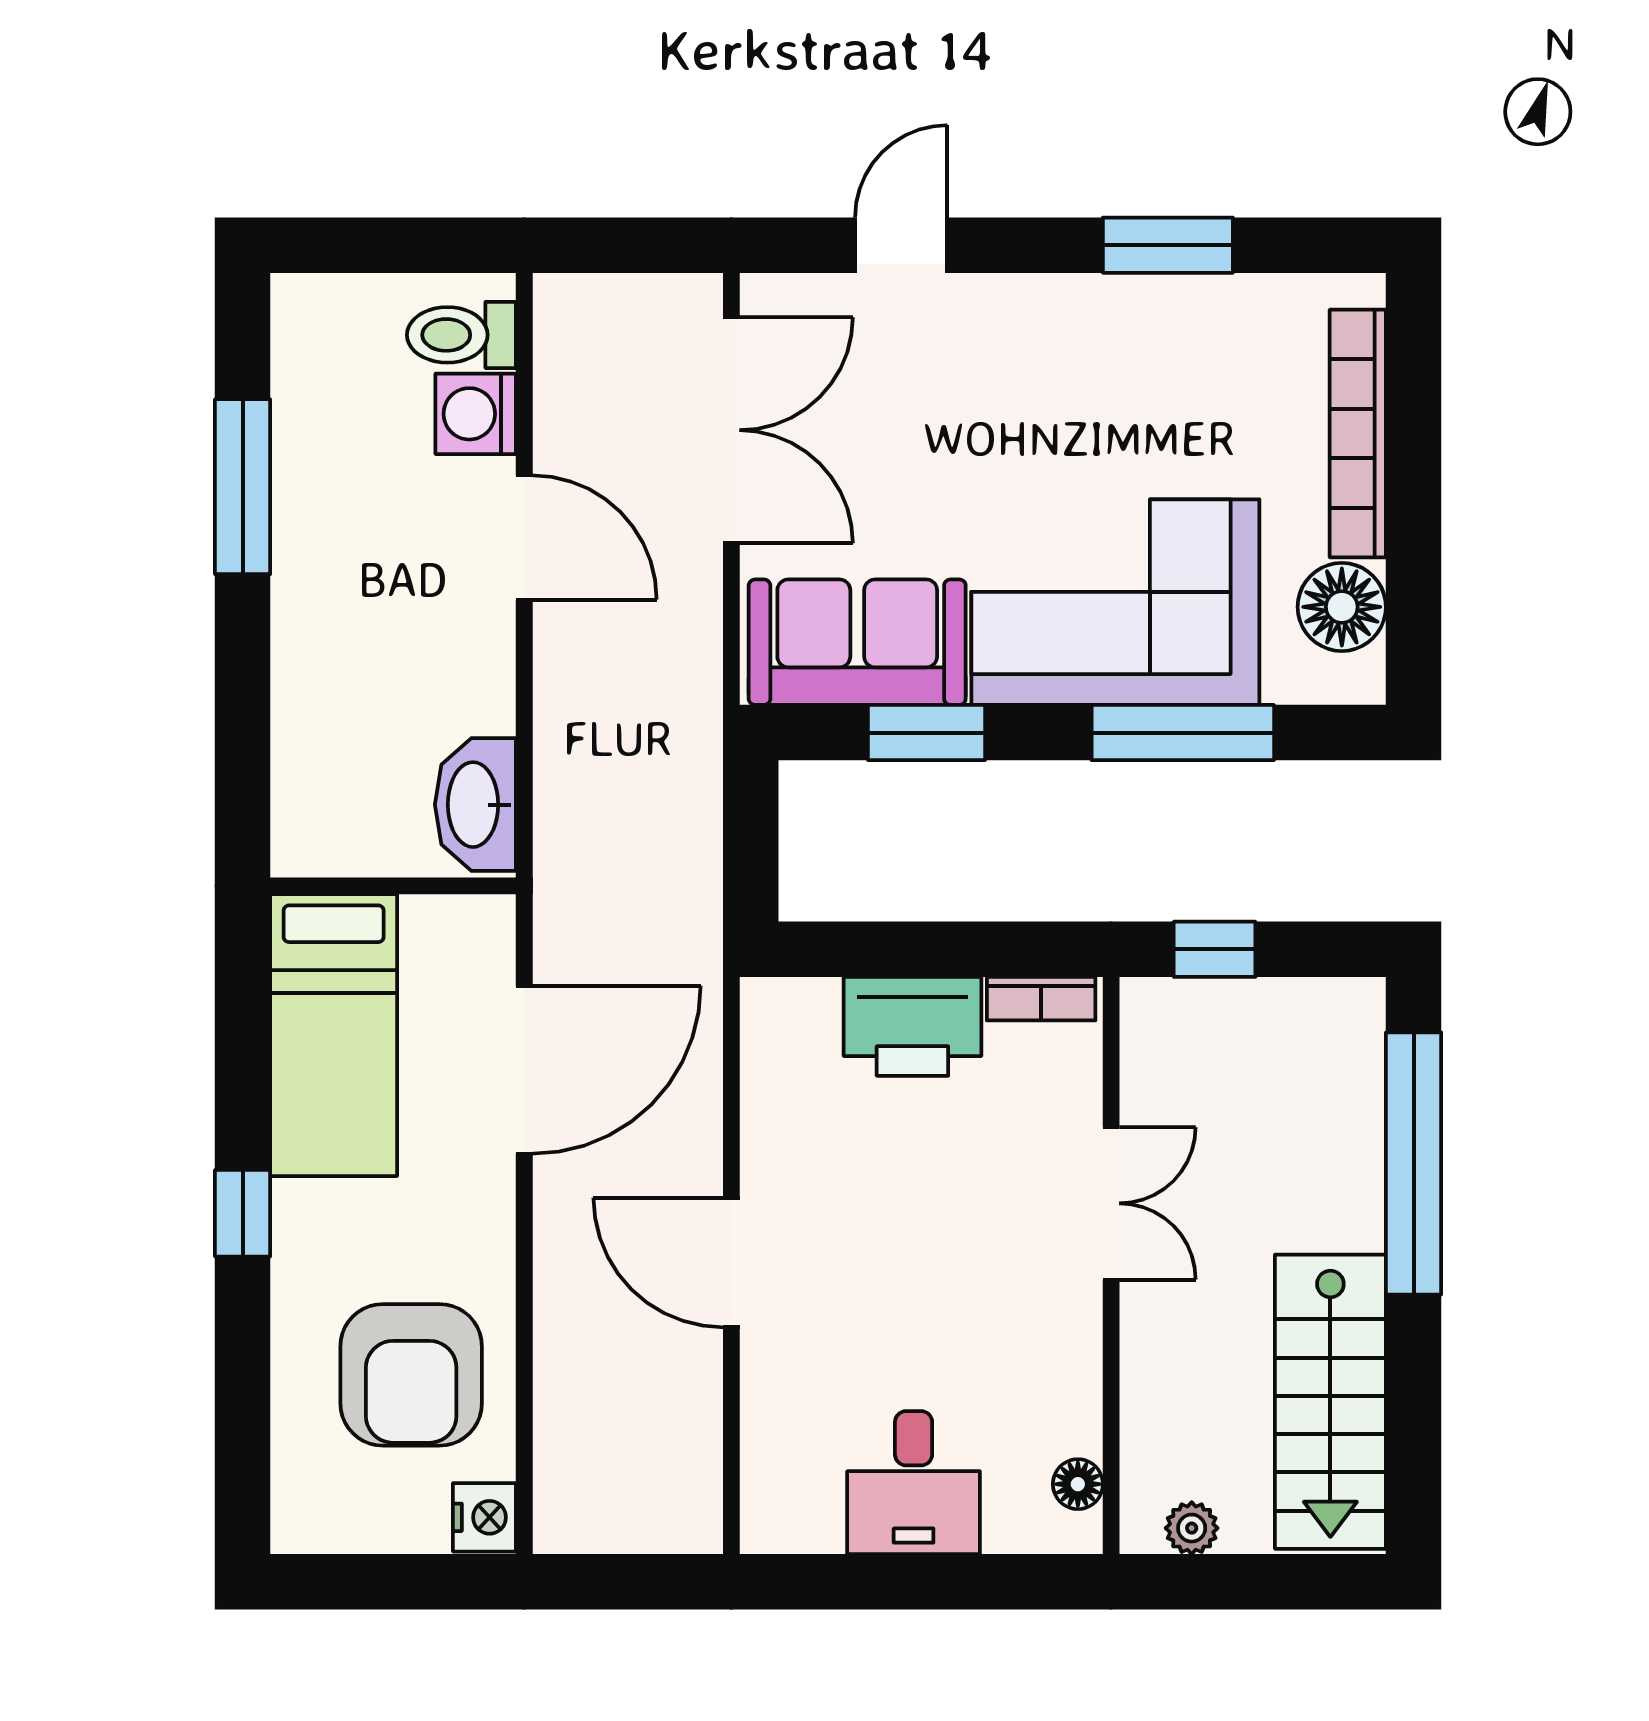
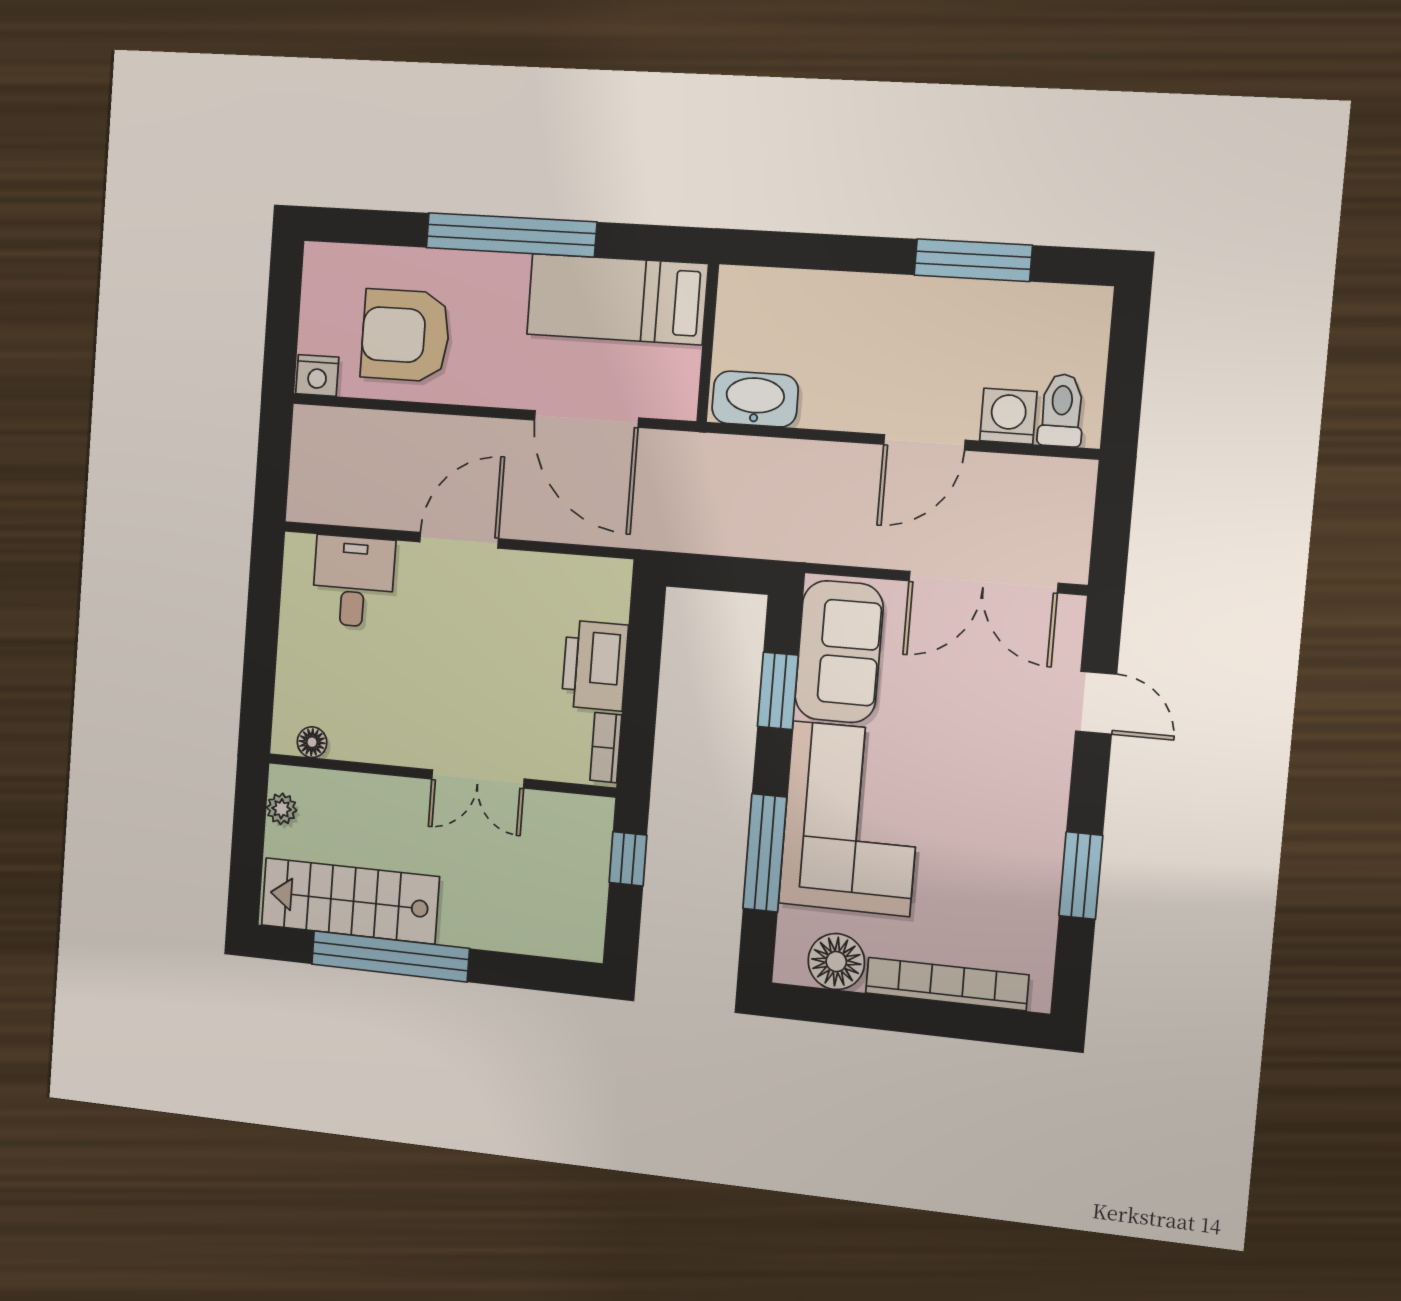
window: (1414, 1163) -> (390, 956), moved
window: (243, 1213) -> (511, 235), width x3.17
desk: (914, 1483) -> (353, 581), moved, turned 90

